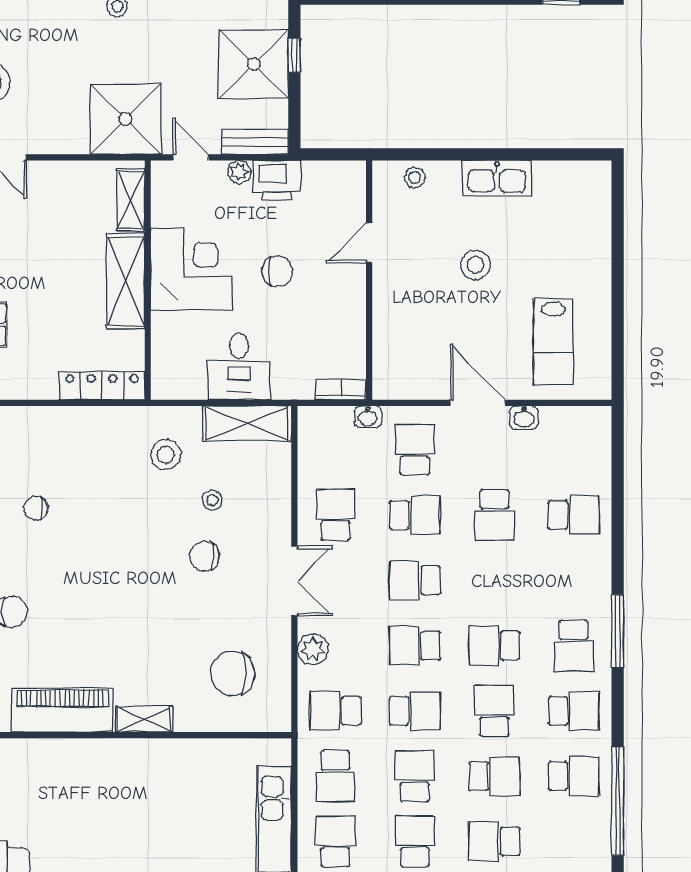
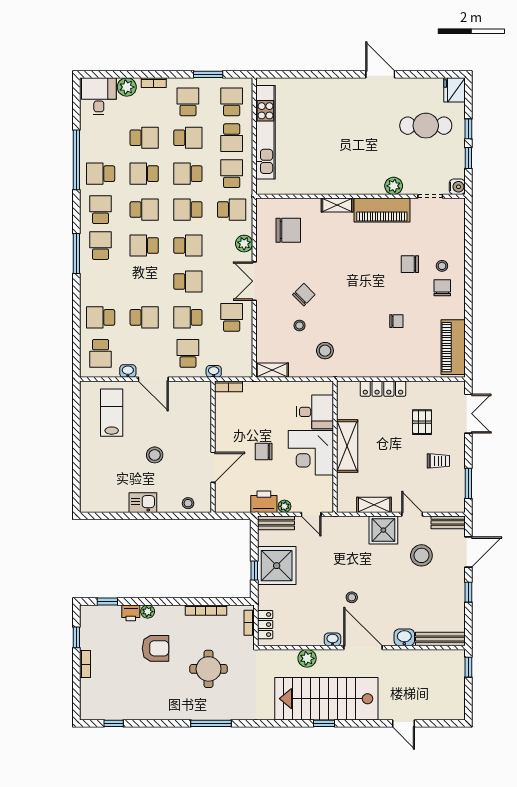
shower: (125, 119) -> (383, 530), moved, width x0.73, depth x0.73
kitchen sink: (497, 178) -> (143, 503), width x0.73
shelving: (131, 200) -> (374, 505), moved, turned 90
door: (369, 243) -> (213, 467), width x1.38
desk: (239, 366) -> (315, 412), moved, turned 90
locker: (102, 386) -> (383, 389), moved
shelving: (247, 424) -> (272, 370), width x0.67, depth x0.75
school desk: (415, 450) -> (188, 353), turned 180
school desk: (574, 450) -> (101, 353), added
school desk: (335, 515) -> (232, 317), turned 180
school desk: (494, 515) -> (144, 317), turned 90
chair: (204, 556) -> (304, 295), turned -42
school desk: (494, 646) -> (144, 246), turned 180
school desk: (494, 711) -> (144, 210), turned -90
school desk: (574, 711) -> (101, 210), turned 90
plant: (41, 754) -> (394, 186), added
school desk: (415, 776) -> (188, 174), turned 90
school desk: (415, 841) -> (188, 138), turned -90

